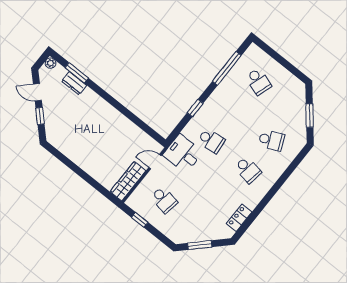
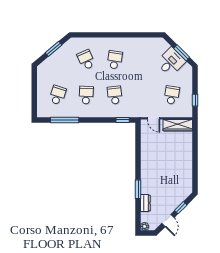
window: (77, 73) -> (138, 189), moved
window: (195, 108) -> (123, 120), moved
school desk: (235, 111) -> (86, 95), added
desk: (183, 154) -> (171, 62), moved, turned -135
locker: (239, 218) -> (147, 42), removed

